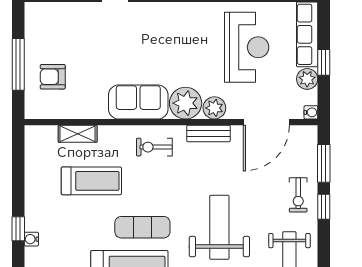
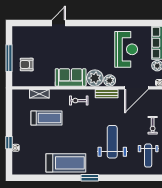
exercise mat: (142, 227) -> (73, 142), removed

